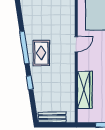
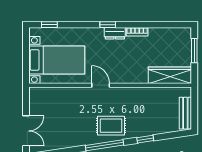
wardrobe: (85, 90) -> (170, 75), moved

